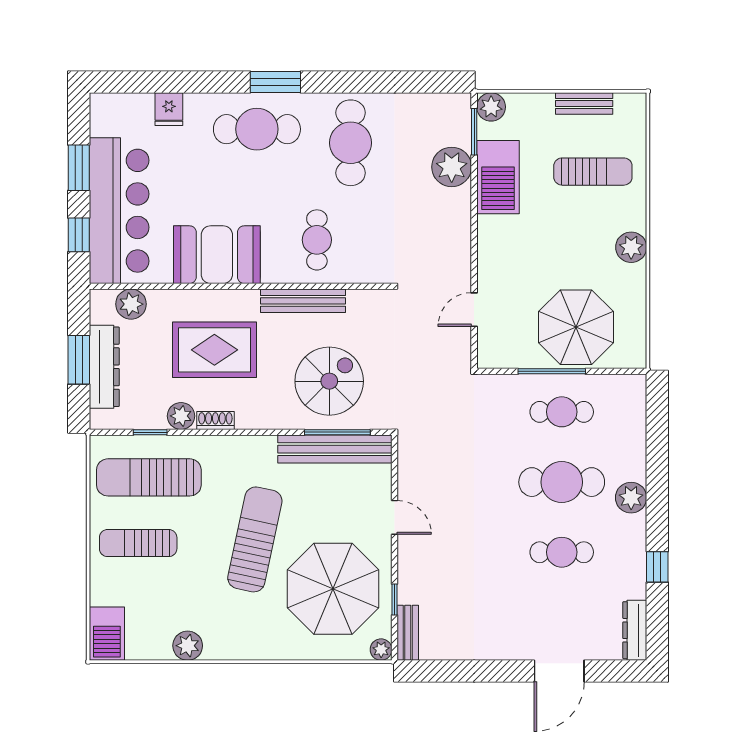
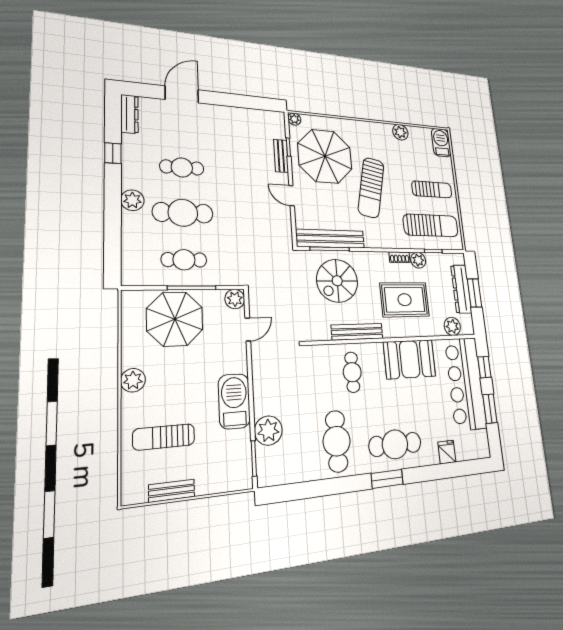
plant: (491, 107) -> (235, 299), moved
barbecue: (498, 177) -> (234, 401), moved
bench: (408, 633) -> (281, 156), moved

